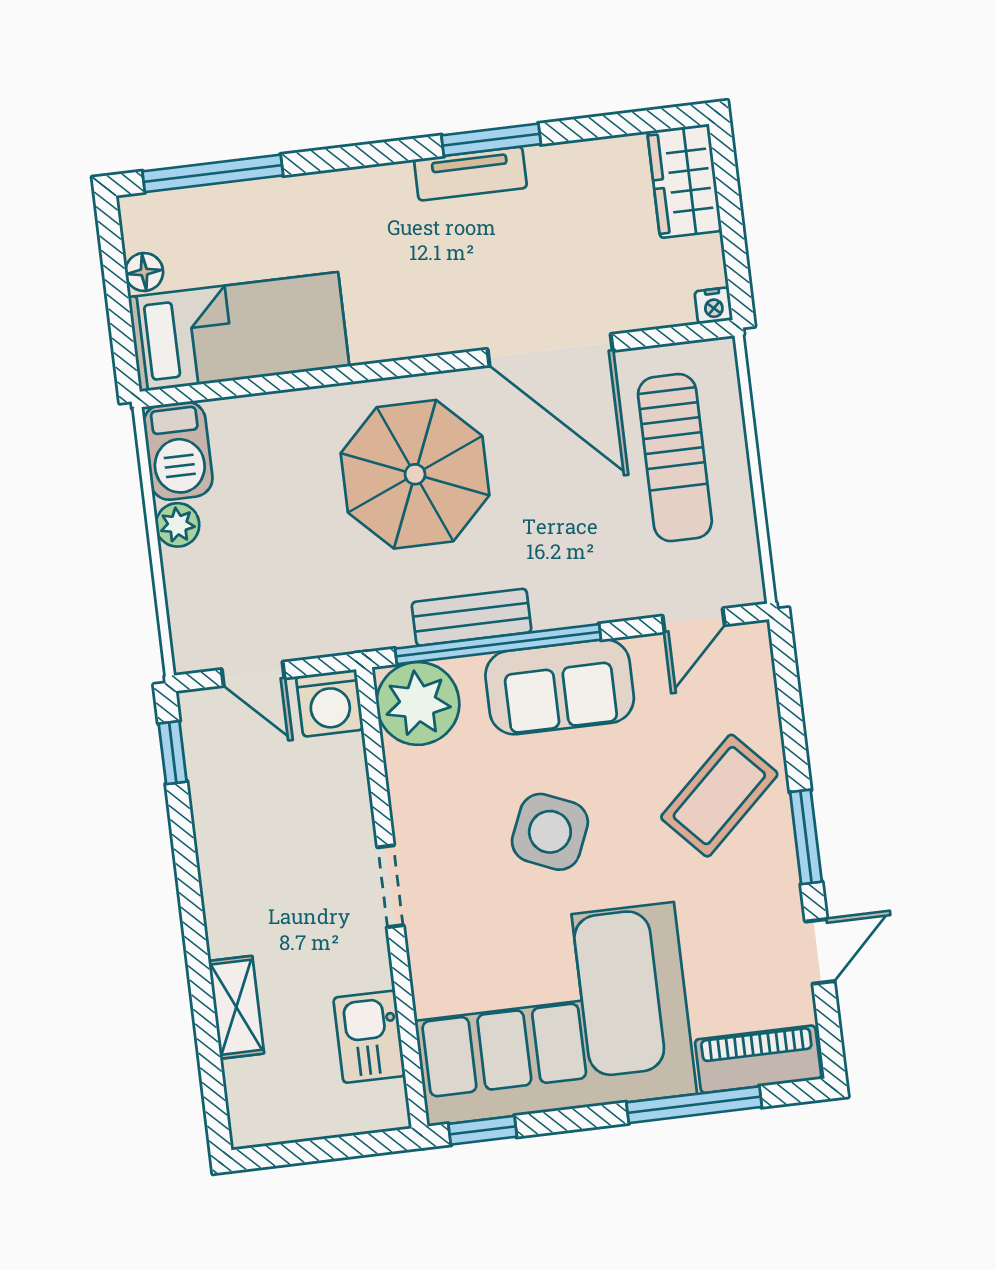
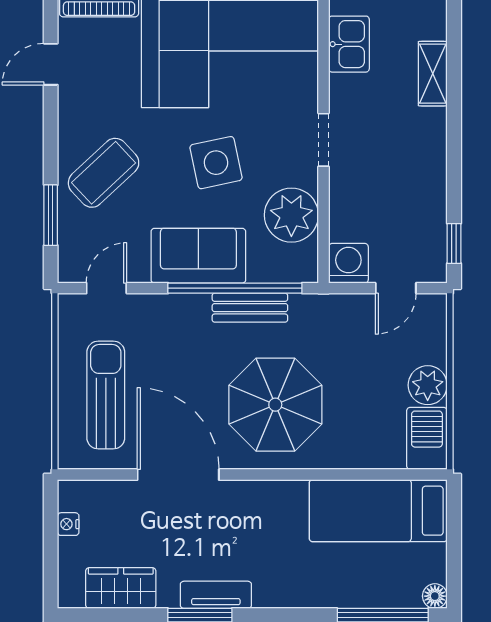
wardrobe: (685, 181) -> (121, 588), moved, turned -90
floor lamp: (144, 272) -> (435, 596), moved
nightstand: (714, 306) -> (68, 524), moved, turned -90
plant: (178, 525) -> (428, 385), width x1.38, depth x1.38
door: (253, 674) -> (396, 288), swing flipped
plant: (418, 703) -> (291, 215), moved
side table: (550, 832) -> (216, 163), turned -35
window: (806, 837) -> (51, 215), moved

